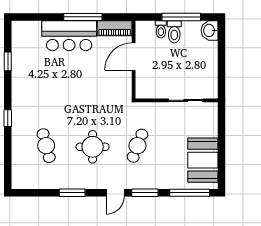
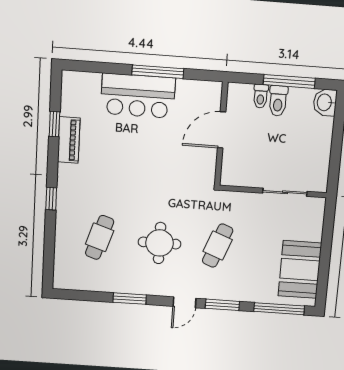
piano: (115, 28) -> (69, 140), moved, turned -90
cafe table: (46, 146) -> (100, 237), turned 33

